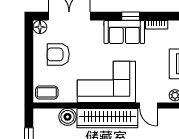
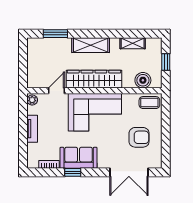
floor lamp: (40, 27) -> (156, 162), removed
door: (148, 105) -> (56, 91), hinge flipped
boiler: (67, 117) -> (143, 80), moved

